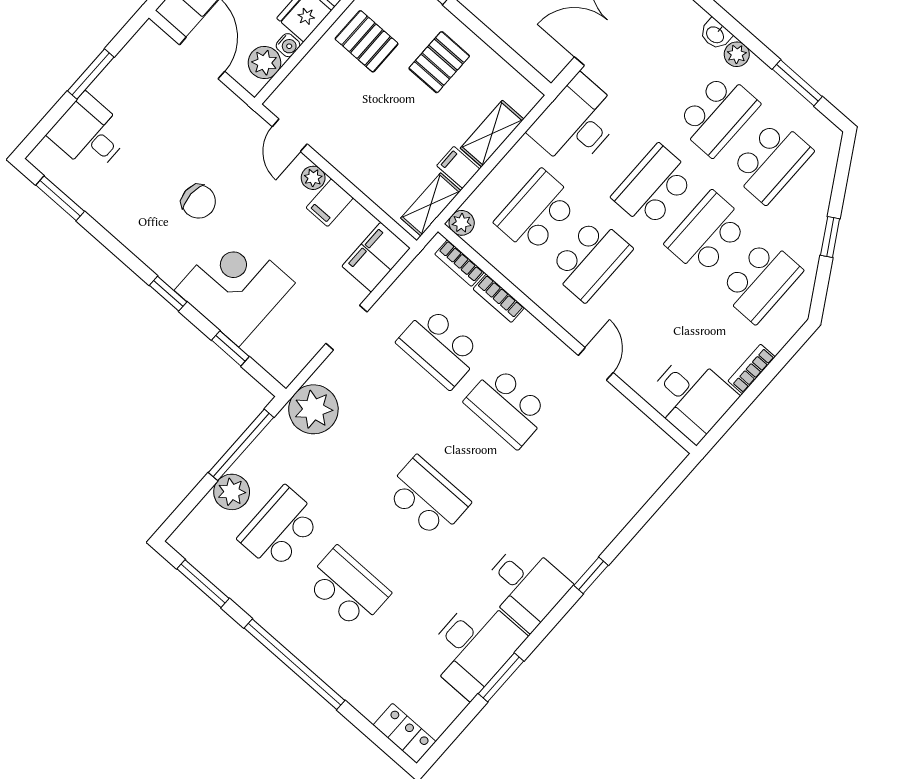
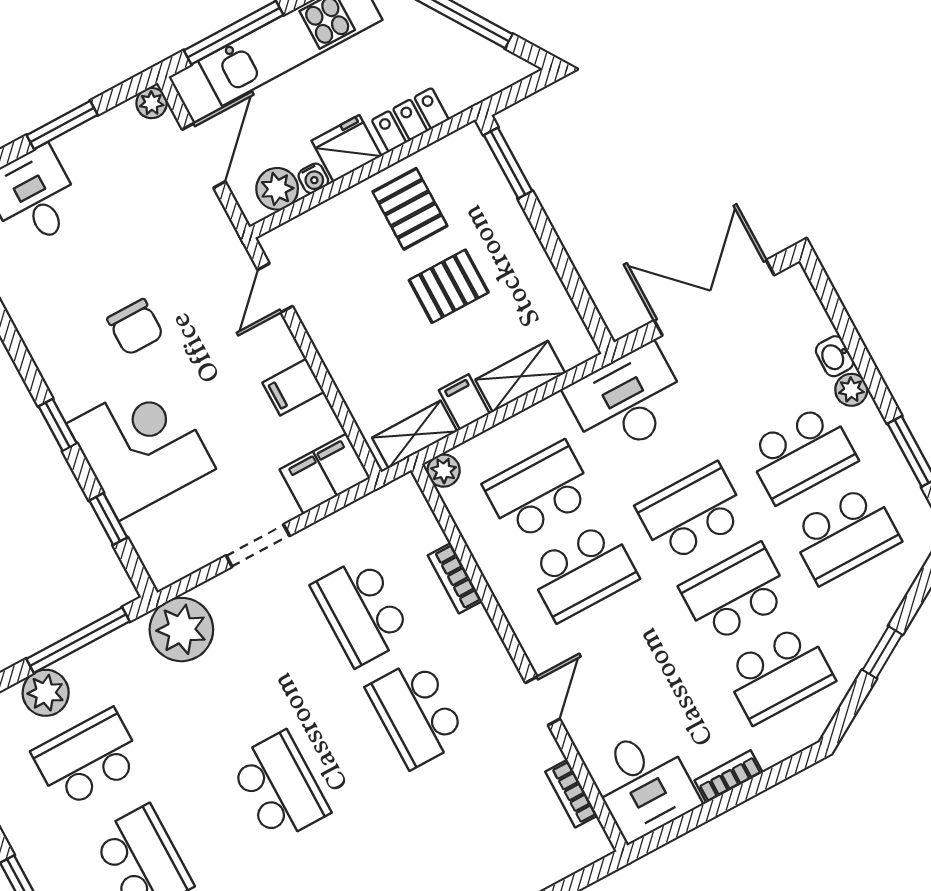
pallet: (439, 62) -> (449, 286), moved
plant: (313, 178) -> (152, 103), moved
bookcase: (459, 263) -> (571, 794), moved

